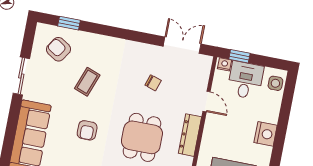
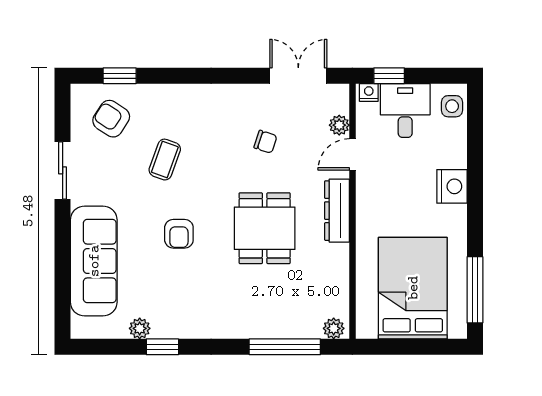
plant: (202, 81) -> (339, 125), added
door: (207, 102) -> (352, 154), swing flipped

